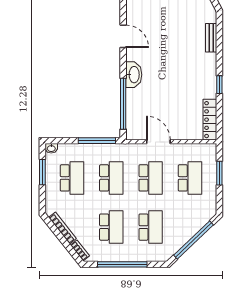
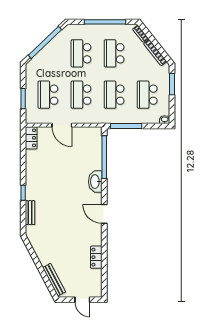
window: (219, 85) -> (23, 193), moved
locker: (210, 120) -> (31, 138), width x0.66
door: (158, 142) -> (62, 125), moved
window: (42, 172) -> (172, 84), moved

